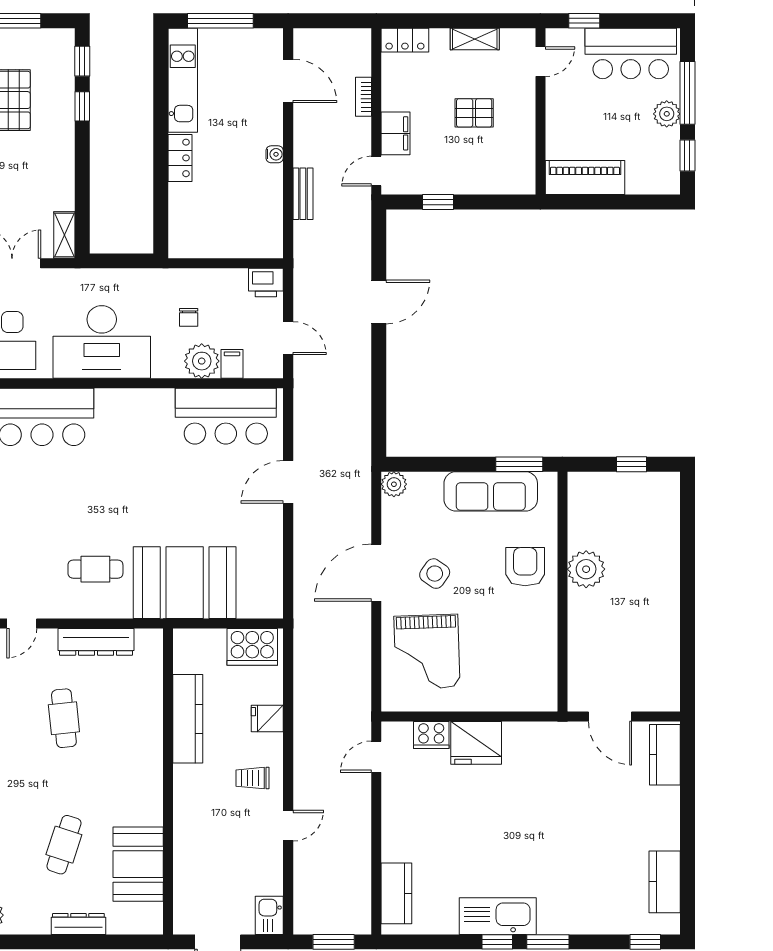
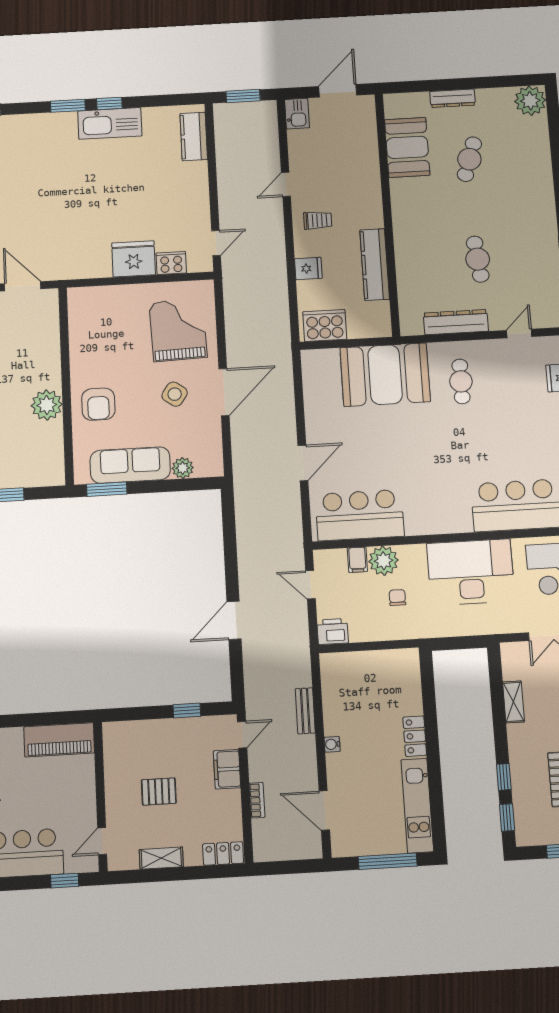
shelving: (64, 235) -> (513, 702), moved
plant: (394, 484) -> (183, 468), moved
cafe table: (95, 569) -> (461, 381), turned 90

